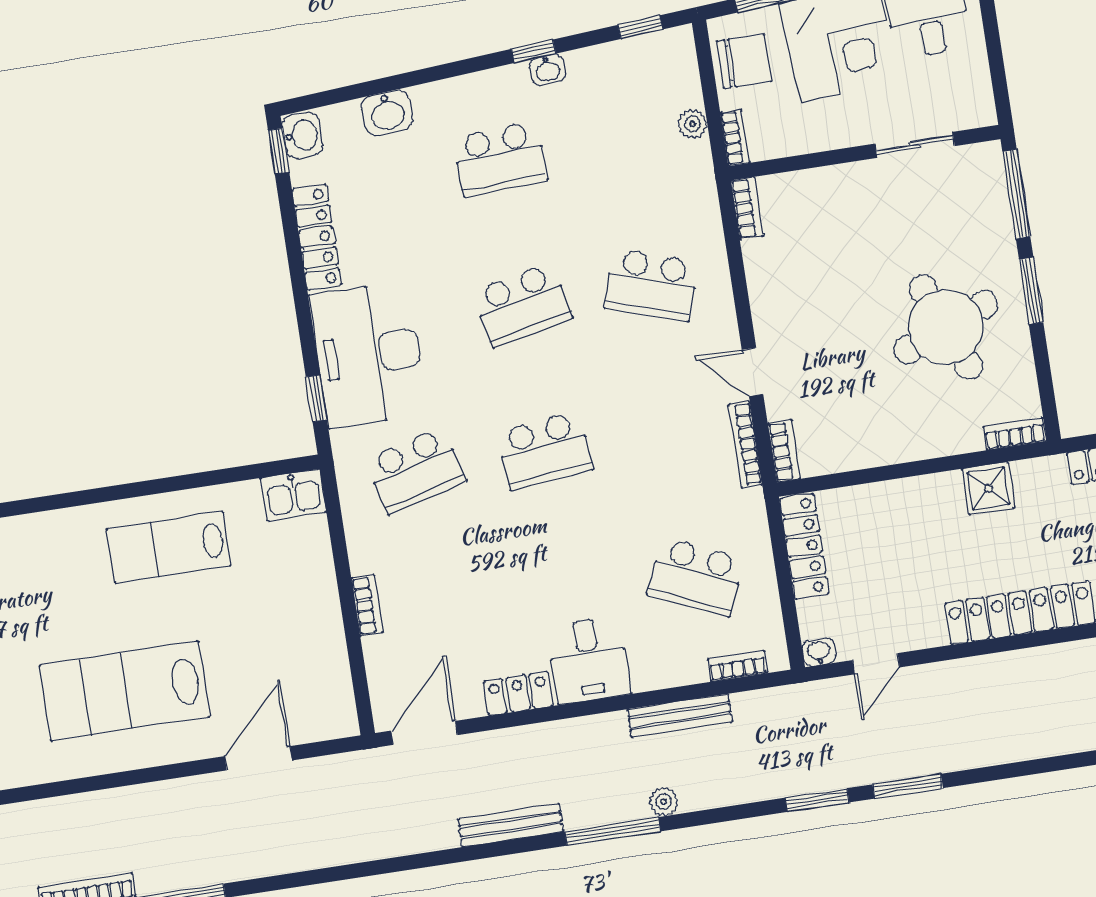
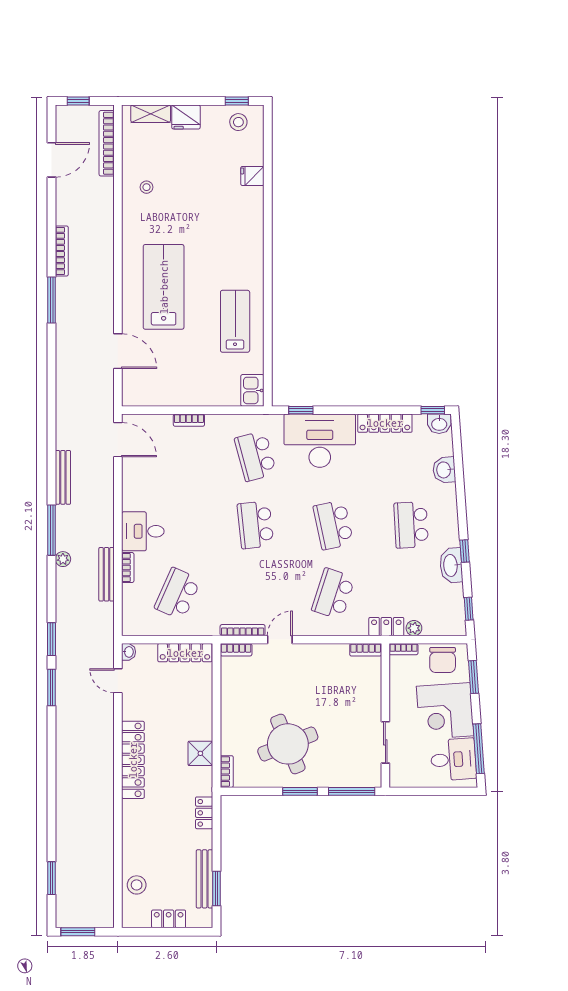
washbasin: (548, 70) -> (451, 565), width x1.91, depth x1.45
bookcase: (738, 666) -> (128, 568), moved
locker: (518, 693) -> (386, 627), moved, turned -90

